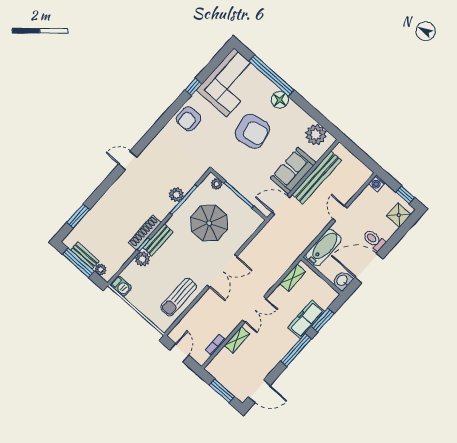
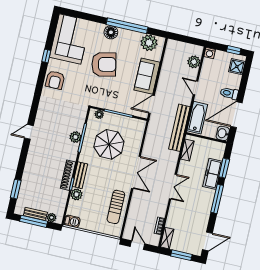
window: (271, 75) -> (127, 26), moved
bench: (317, 178) -> (179, 128), moved
plant: (354, 183) -> (194, 62), added
shelving: (237, 340) -> (167, 238), moved

